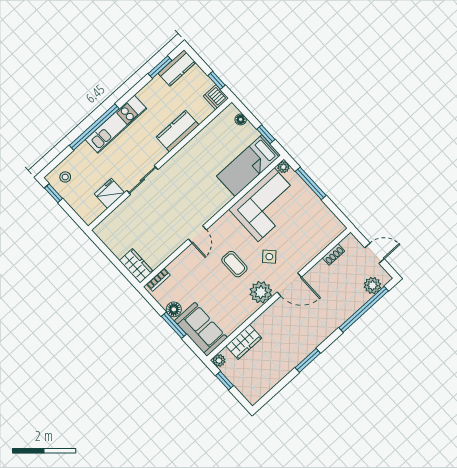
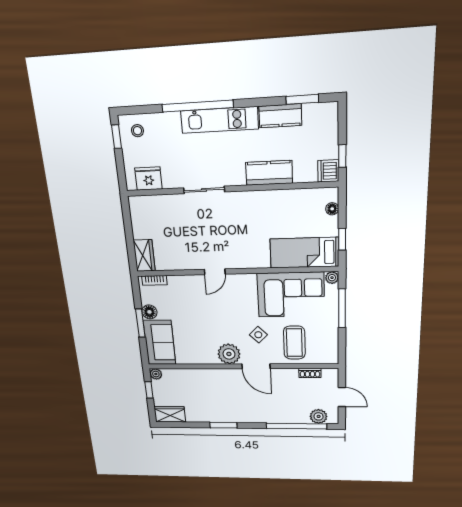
kitchen counter: (177, 68) -> (280, 116), moved
fridge: (109, 193) -> (148, 179), moved
coffee table: (234, 264) -> (294, 343), moved, width x1.36, depth x1.30
wardrobe: (244, 342) -> (170, 414), moved, turned 180

